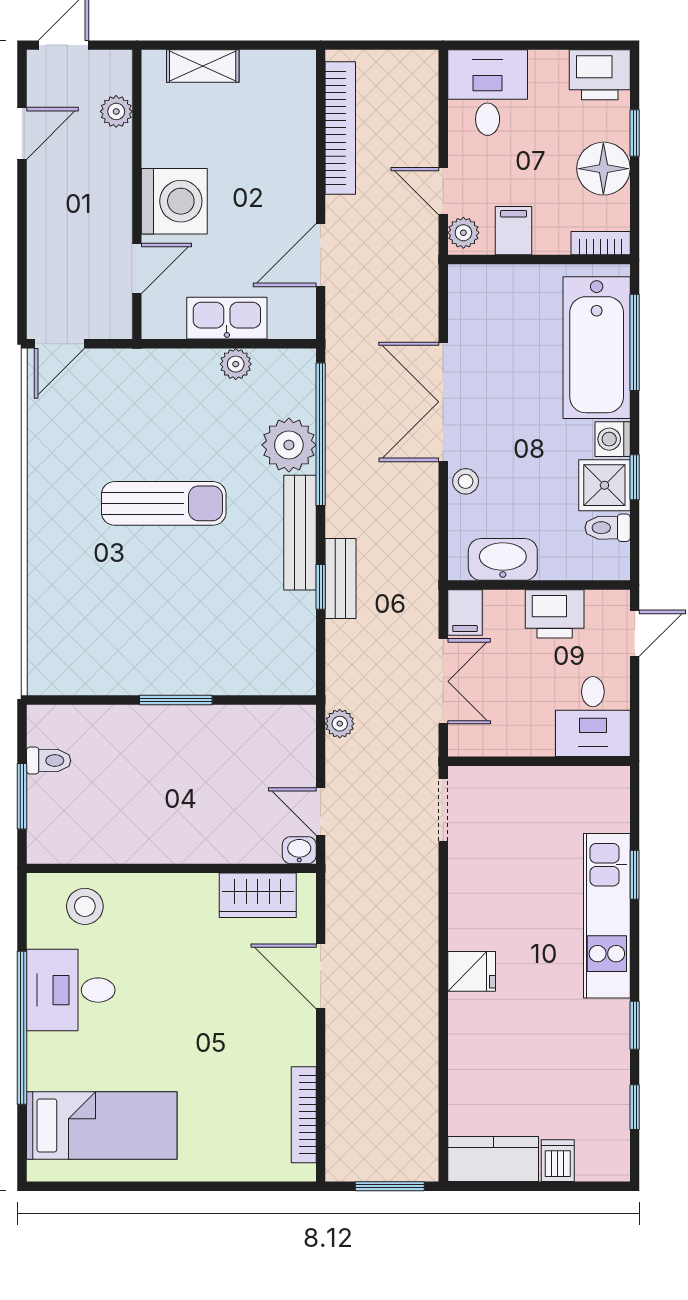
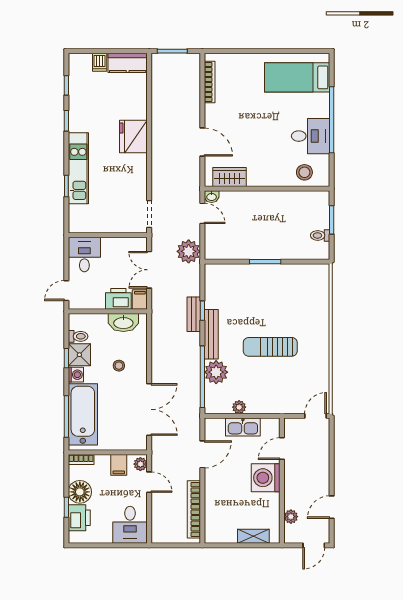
printer: (600, 75) -> (79, 518), moved, turned 90
double door: (443, 402) -> (149, 409), moved
stool: (466, 481) -> (119, 366), moved
printer: (555, 614) -> (118, 299), moved
plant: (340, 724) -> (189, 251), width x1.88, depth x1.88
fridge: (472, 971) -> (133, 136), width x1.88, depth x1.34

